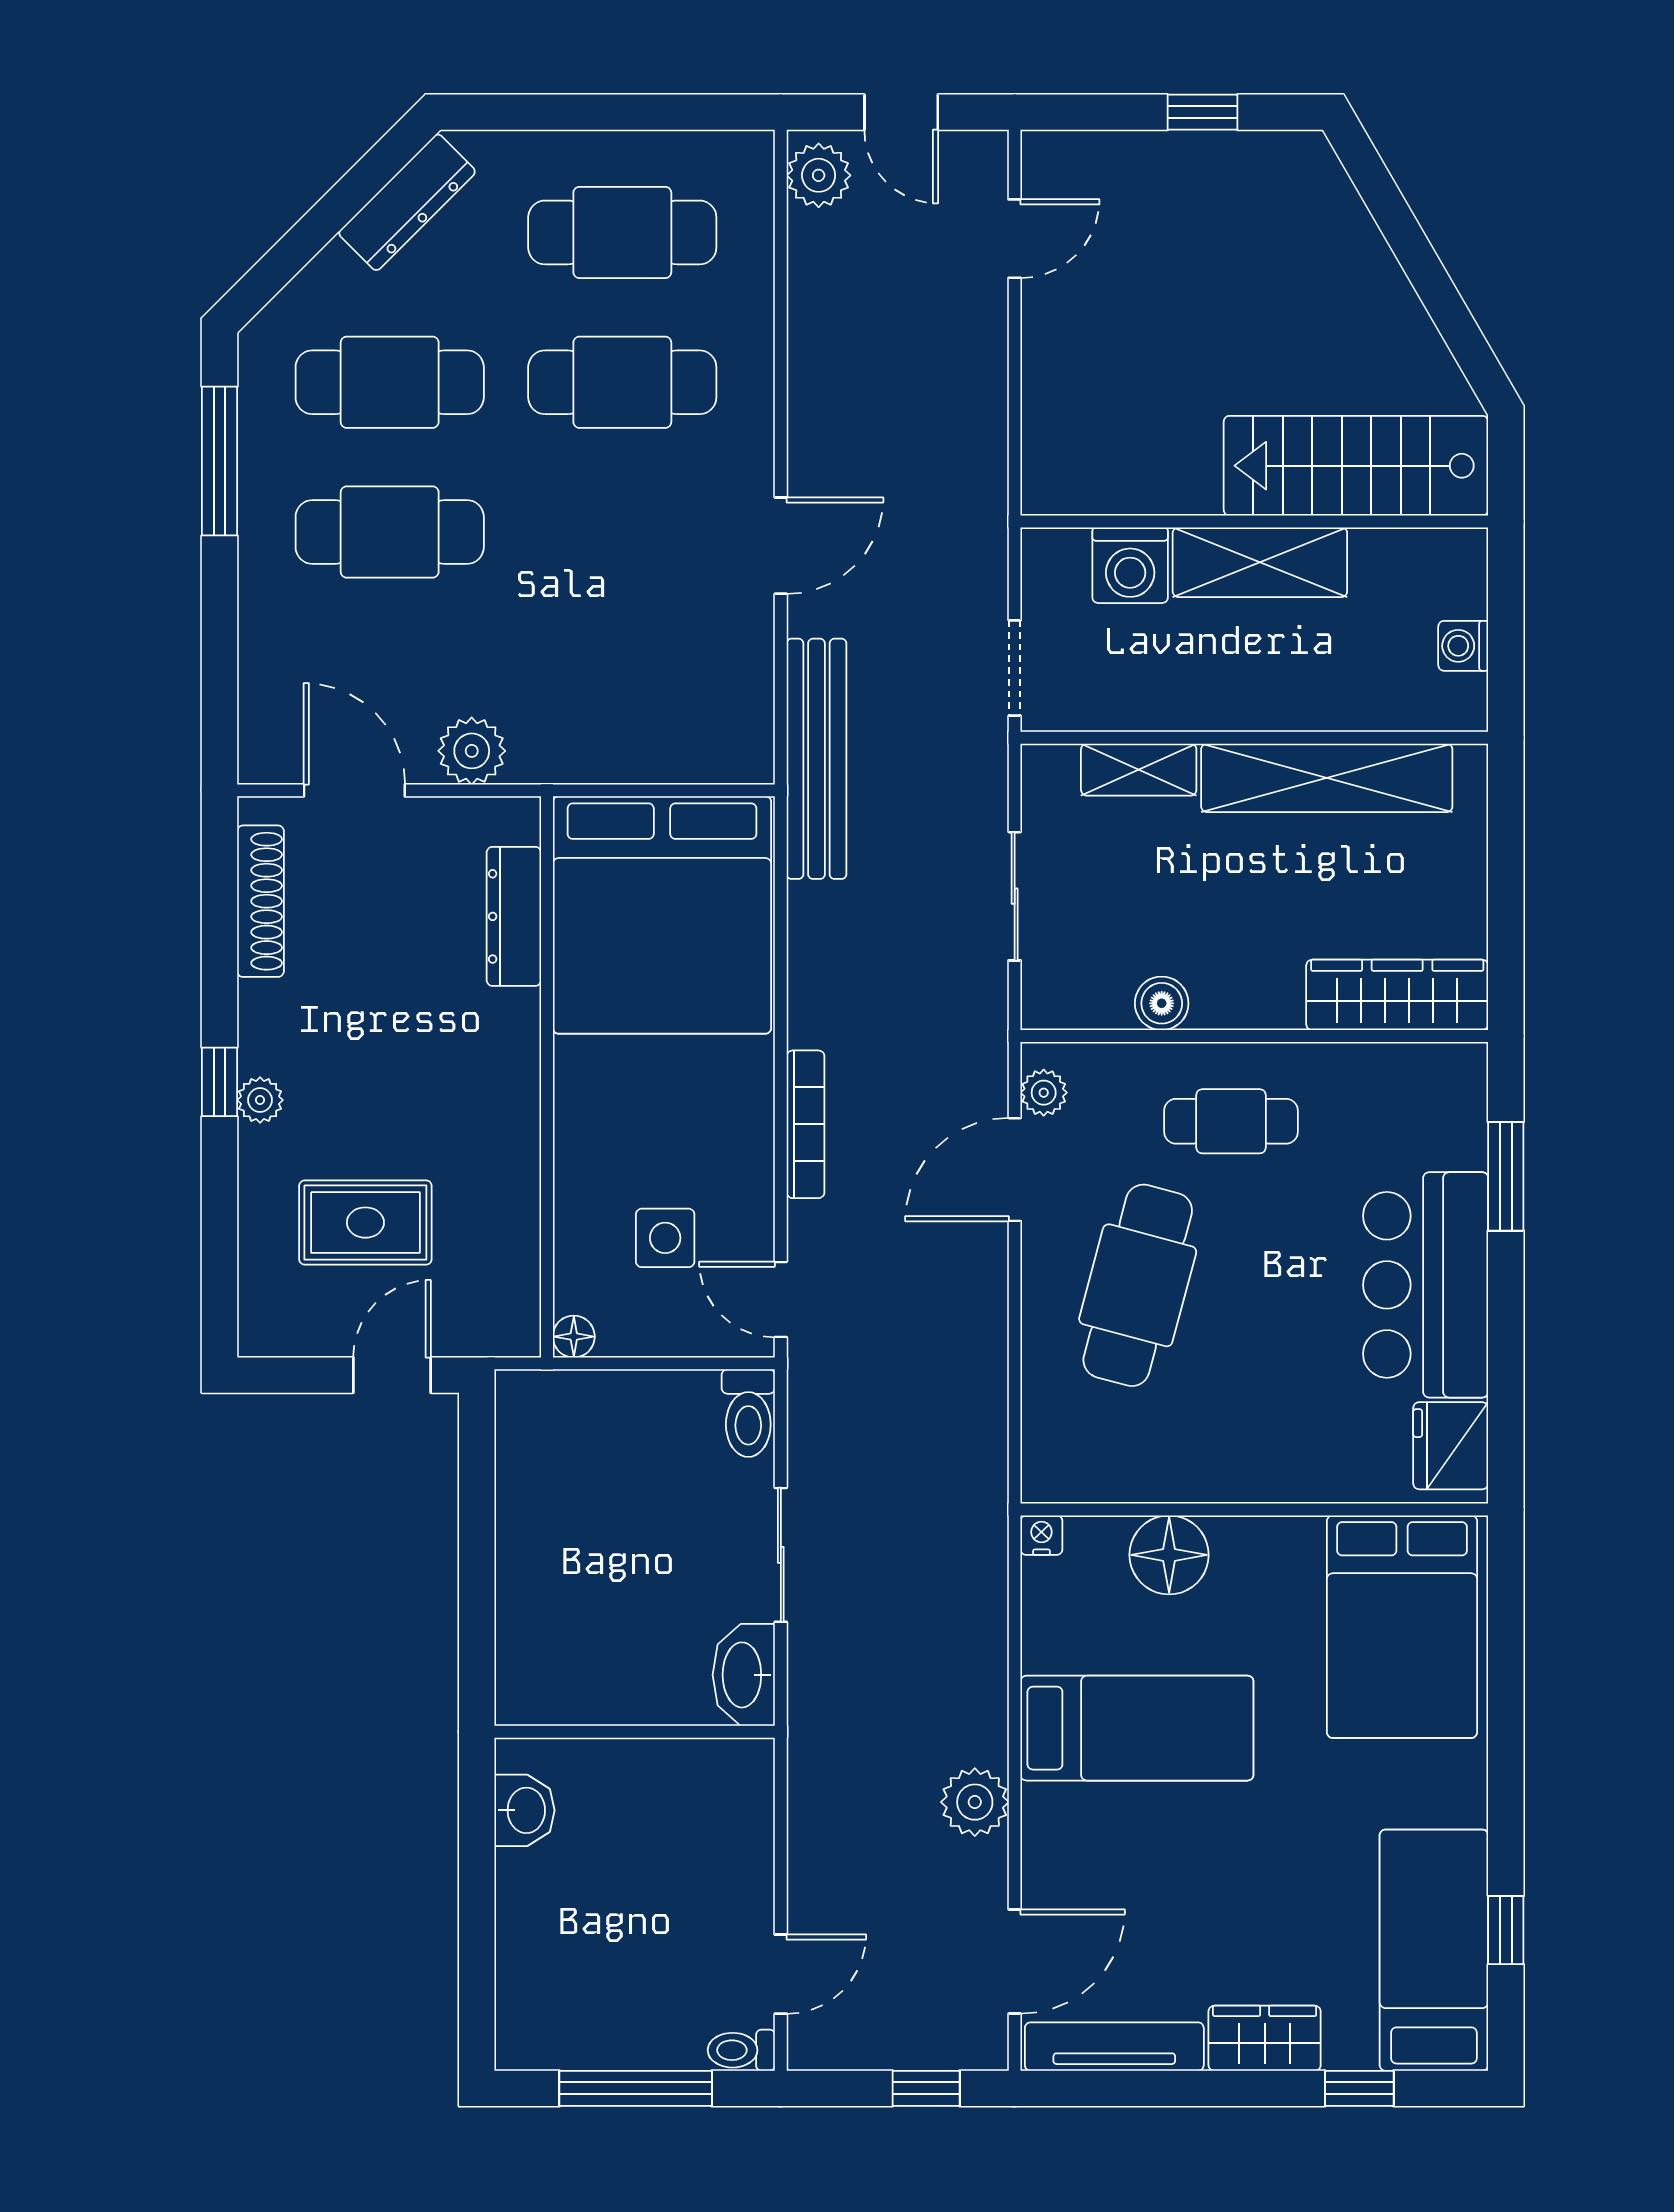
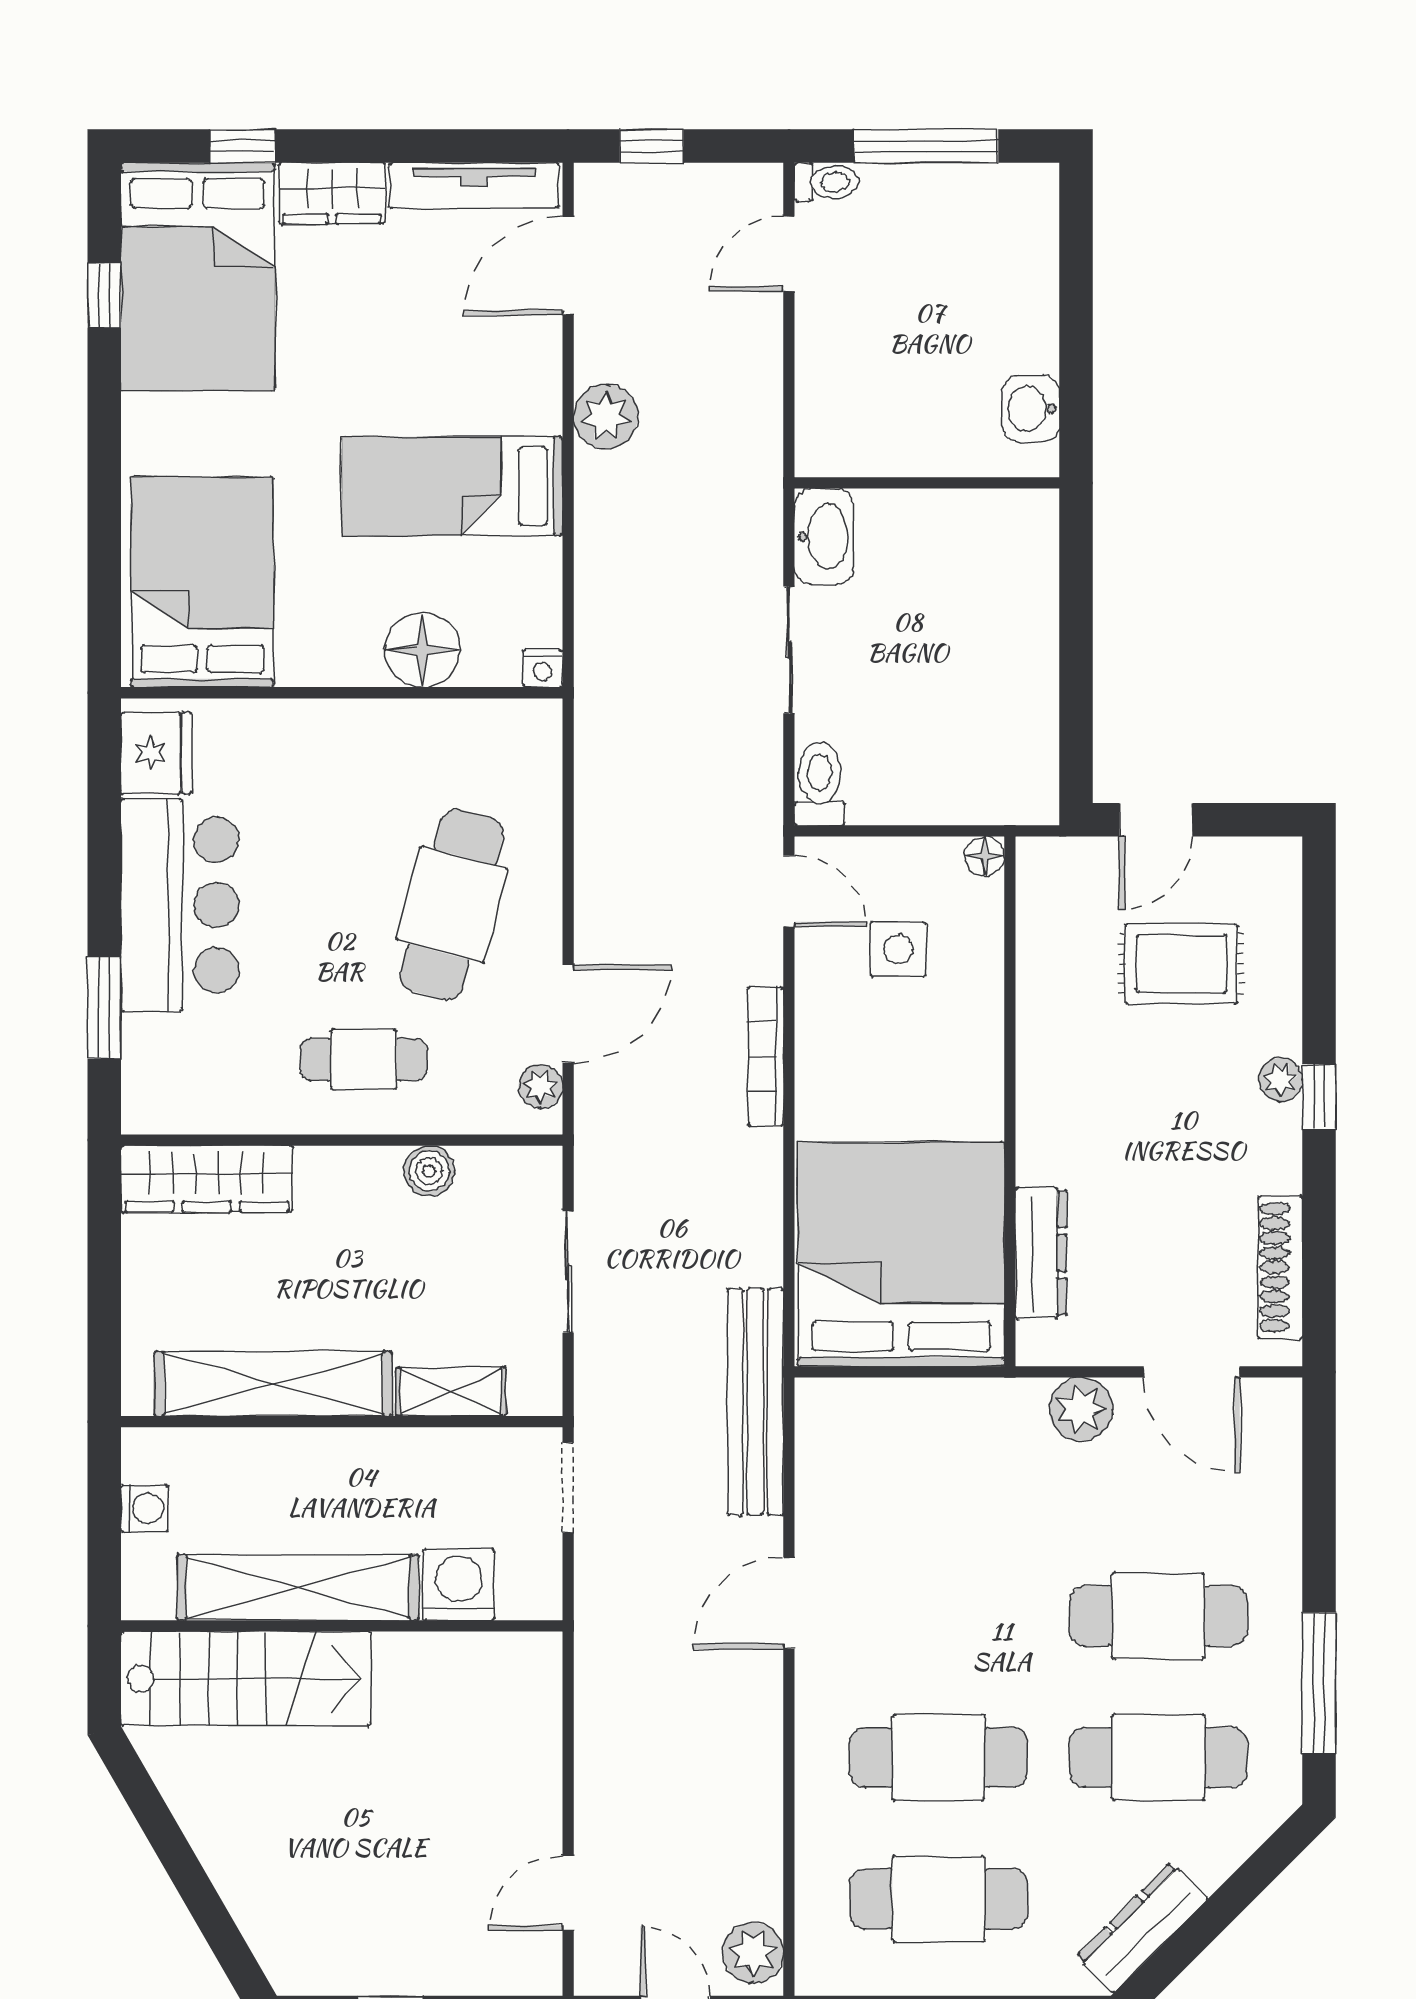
shelving: (1260, 562) -> (298, 1587), width x1.47
bed: (1434, 1950) -> (198, 277), width x1.50

